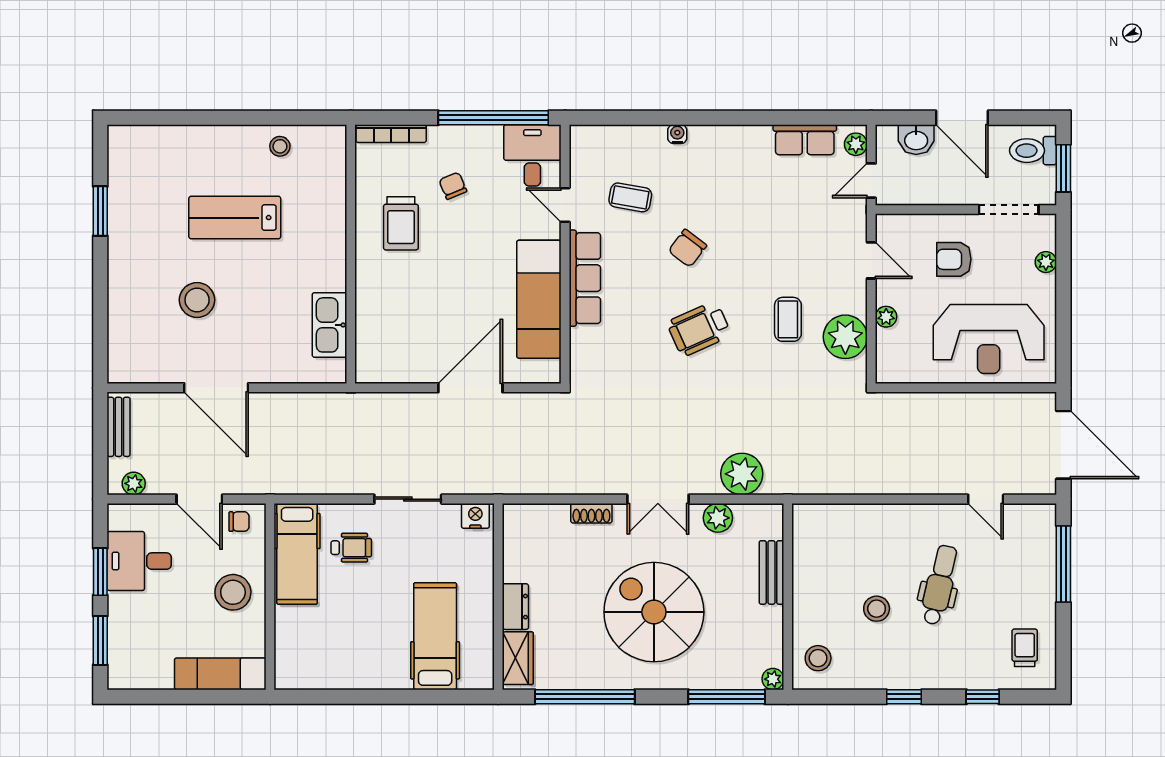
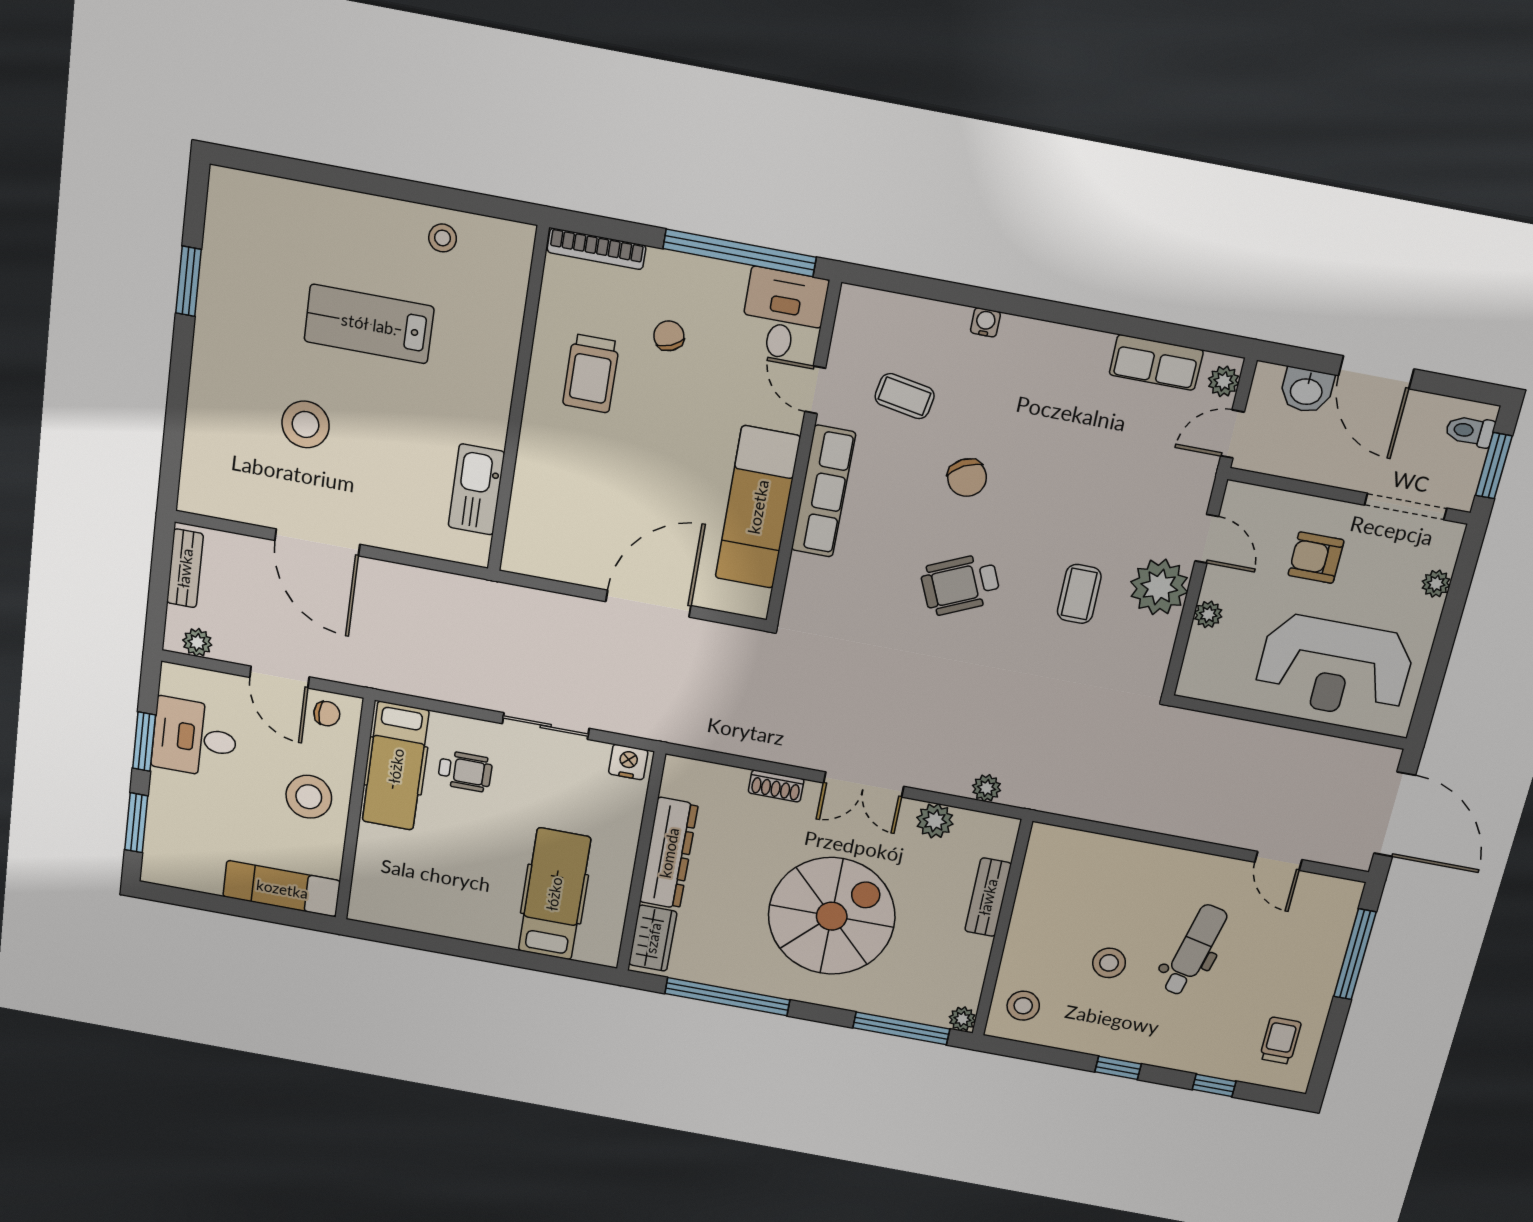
toilet: (1033, 151) -> (1470, 431), width x0.73, depth x0.72
chair: (687, 248) -> (967, 478), turned -65
plant: (845, 337) -> (1159, 587), moved
plant: (742, 474) -> (987, 788), width x0.53, depth x0.53
dresser: (515, 607) -> (669, 853), width x1.96, depth x1.24
spiral stairs: (654, 612) -> (832, 916), turned 90

